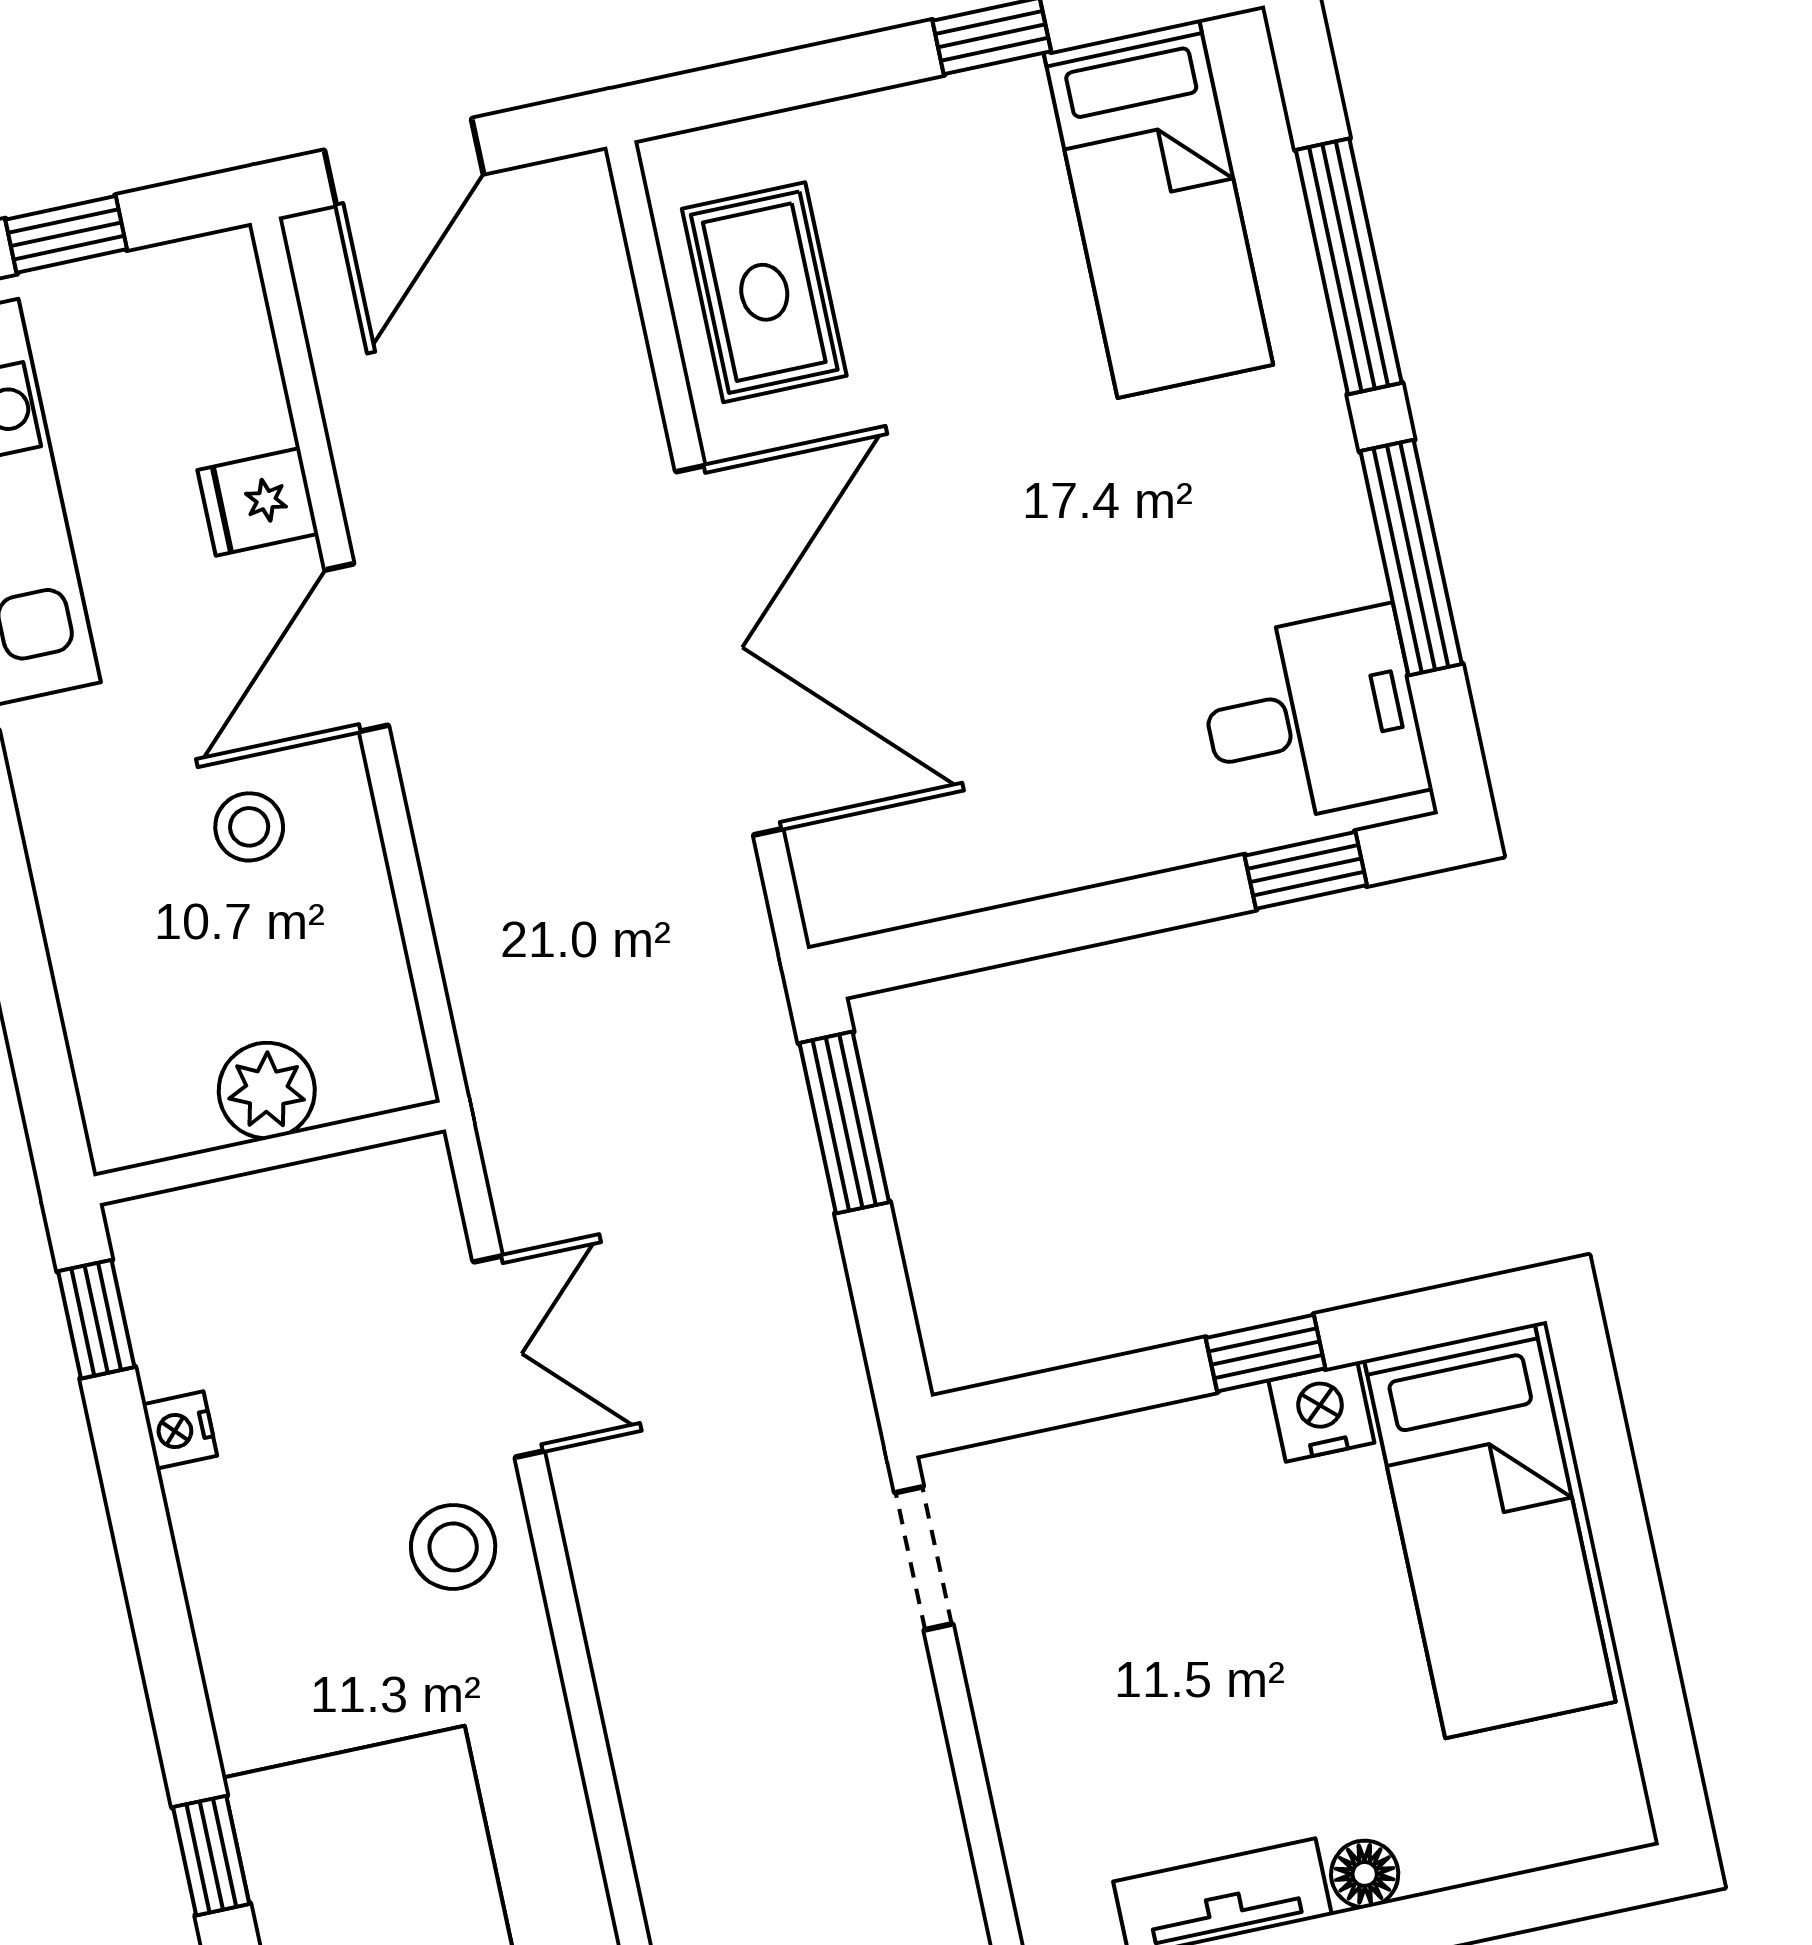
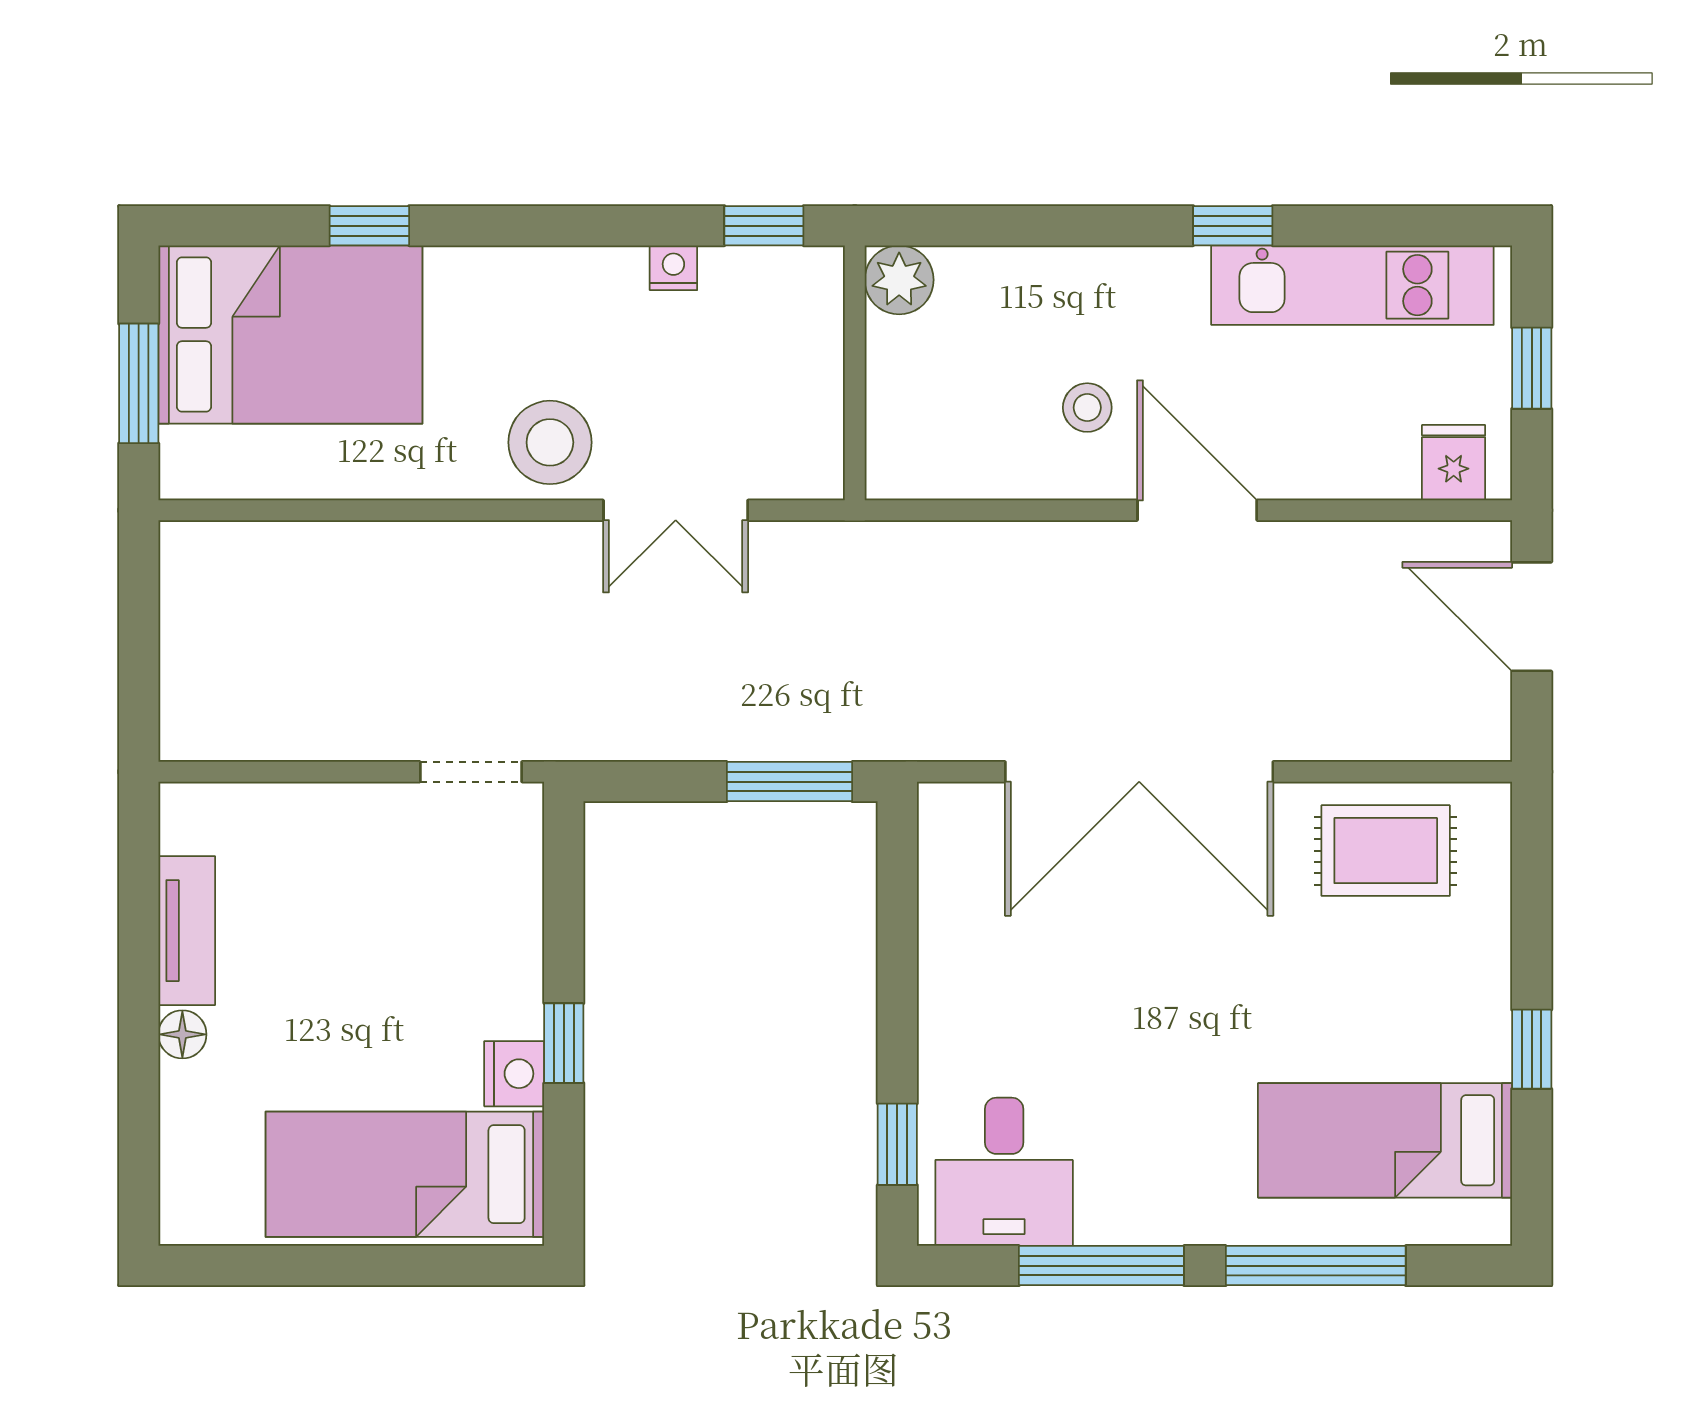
fridge: (258, 502) -> (1454, 463), moved
plant: (267, 1091) -> (899, 280), moved
stool: (453, 1547) -> (550, 442), width x1.38, depth x1.38

